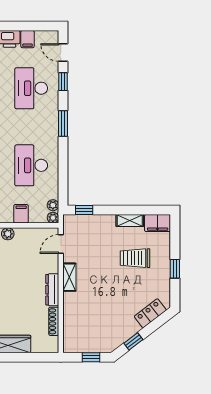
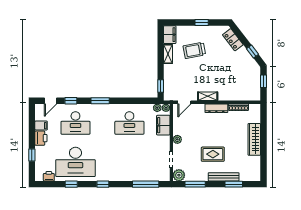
filing cabinet: (21, 214) -> (163, 125), width x2.00
door: (61, 244) -> (184, 102), hinge flipped
trolley: (135, 258) -> (194, 50), turned 79

